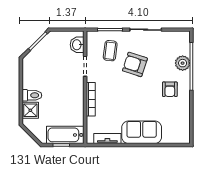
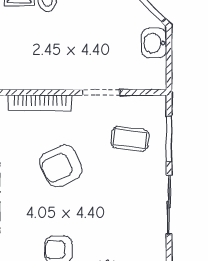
washbasin: (77, 45) -> (154, 43), moved, turned -90
armchair: (135, 64) -> (61, 166), moved, turned -134

